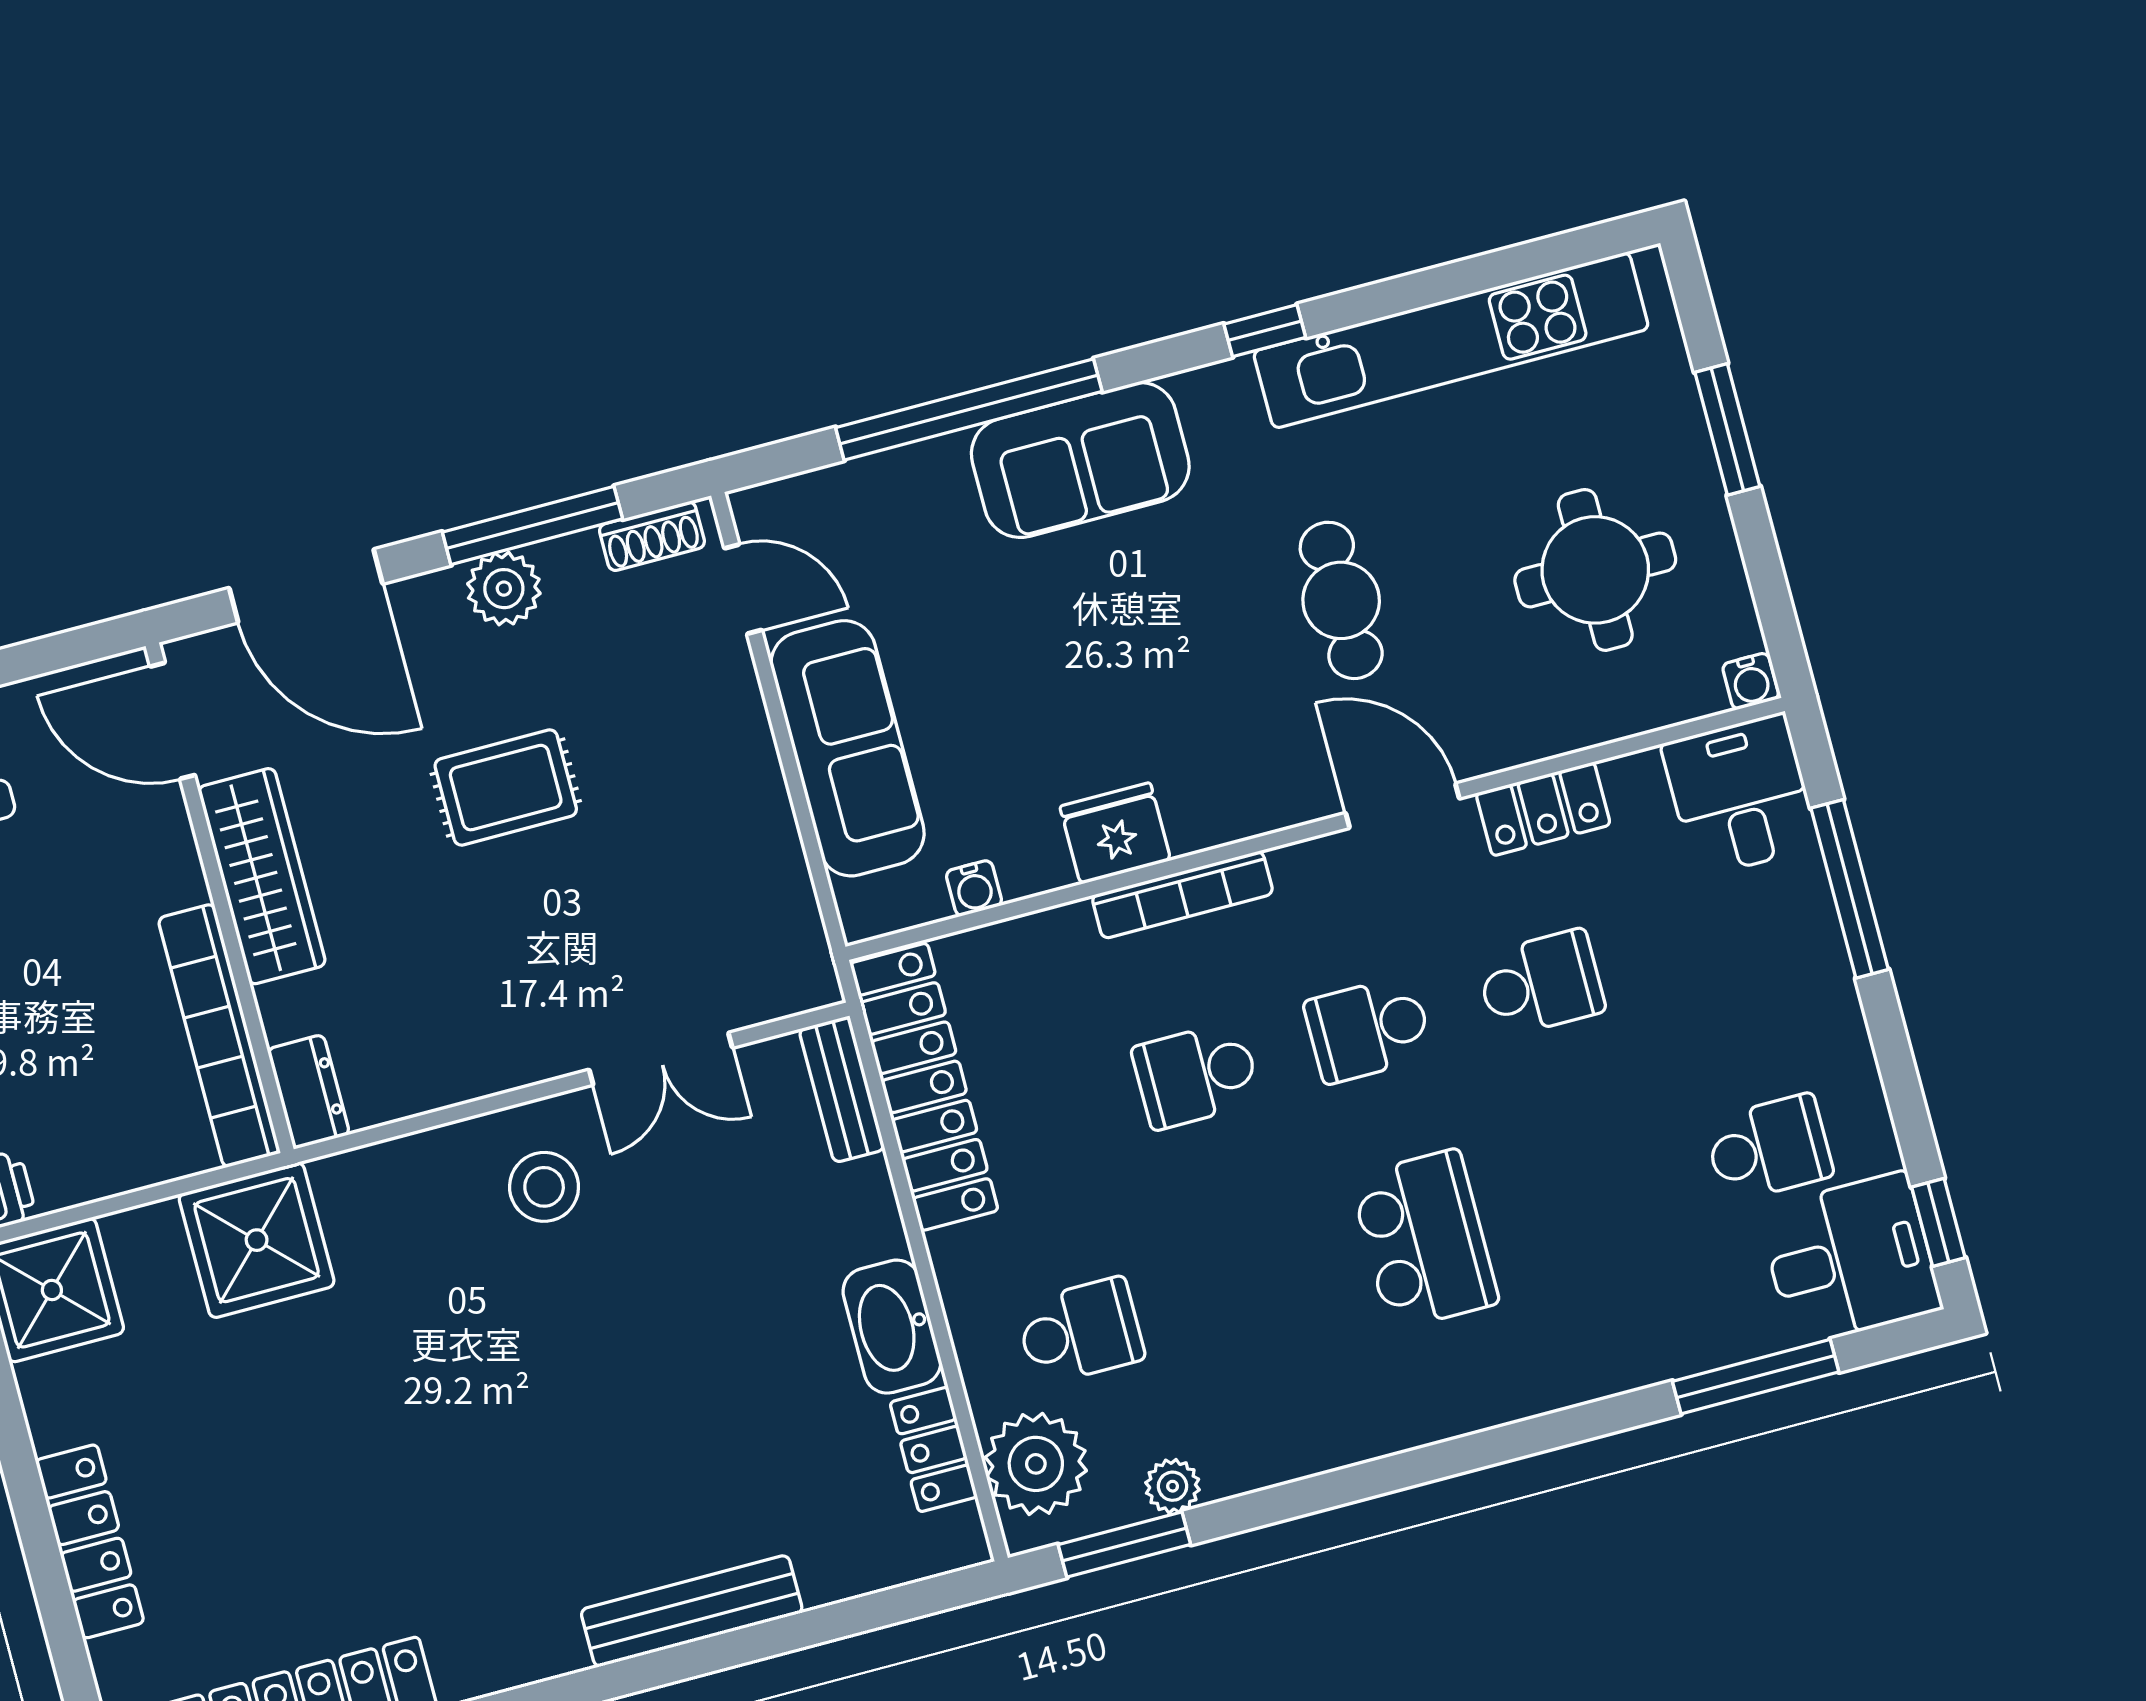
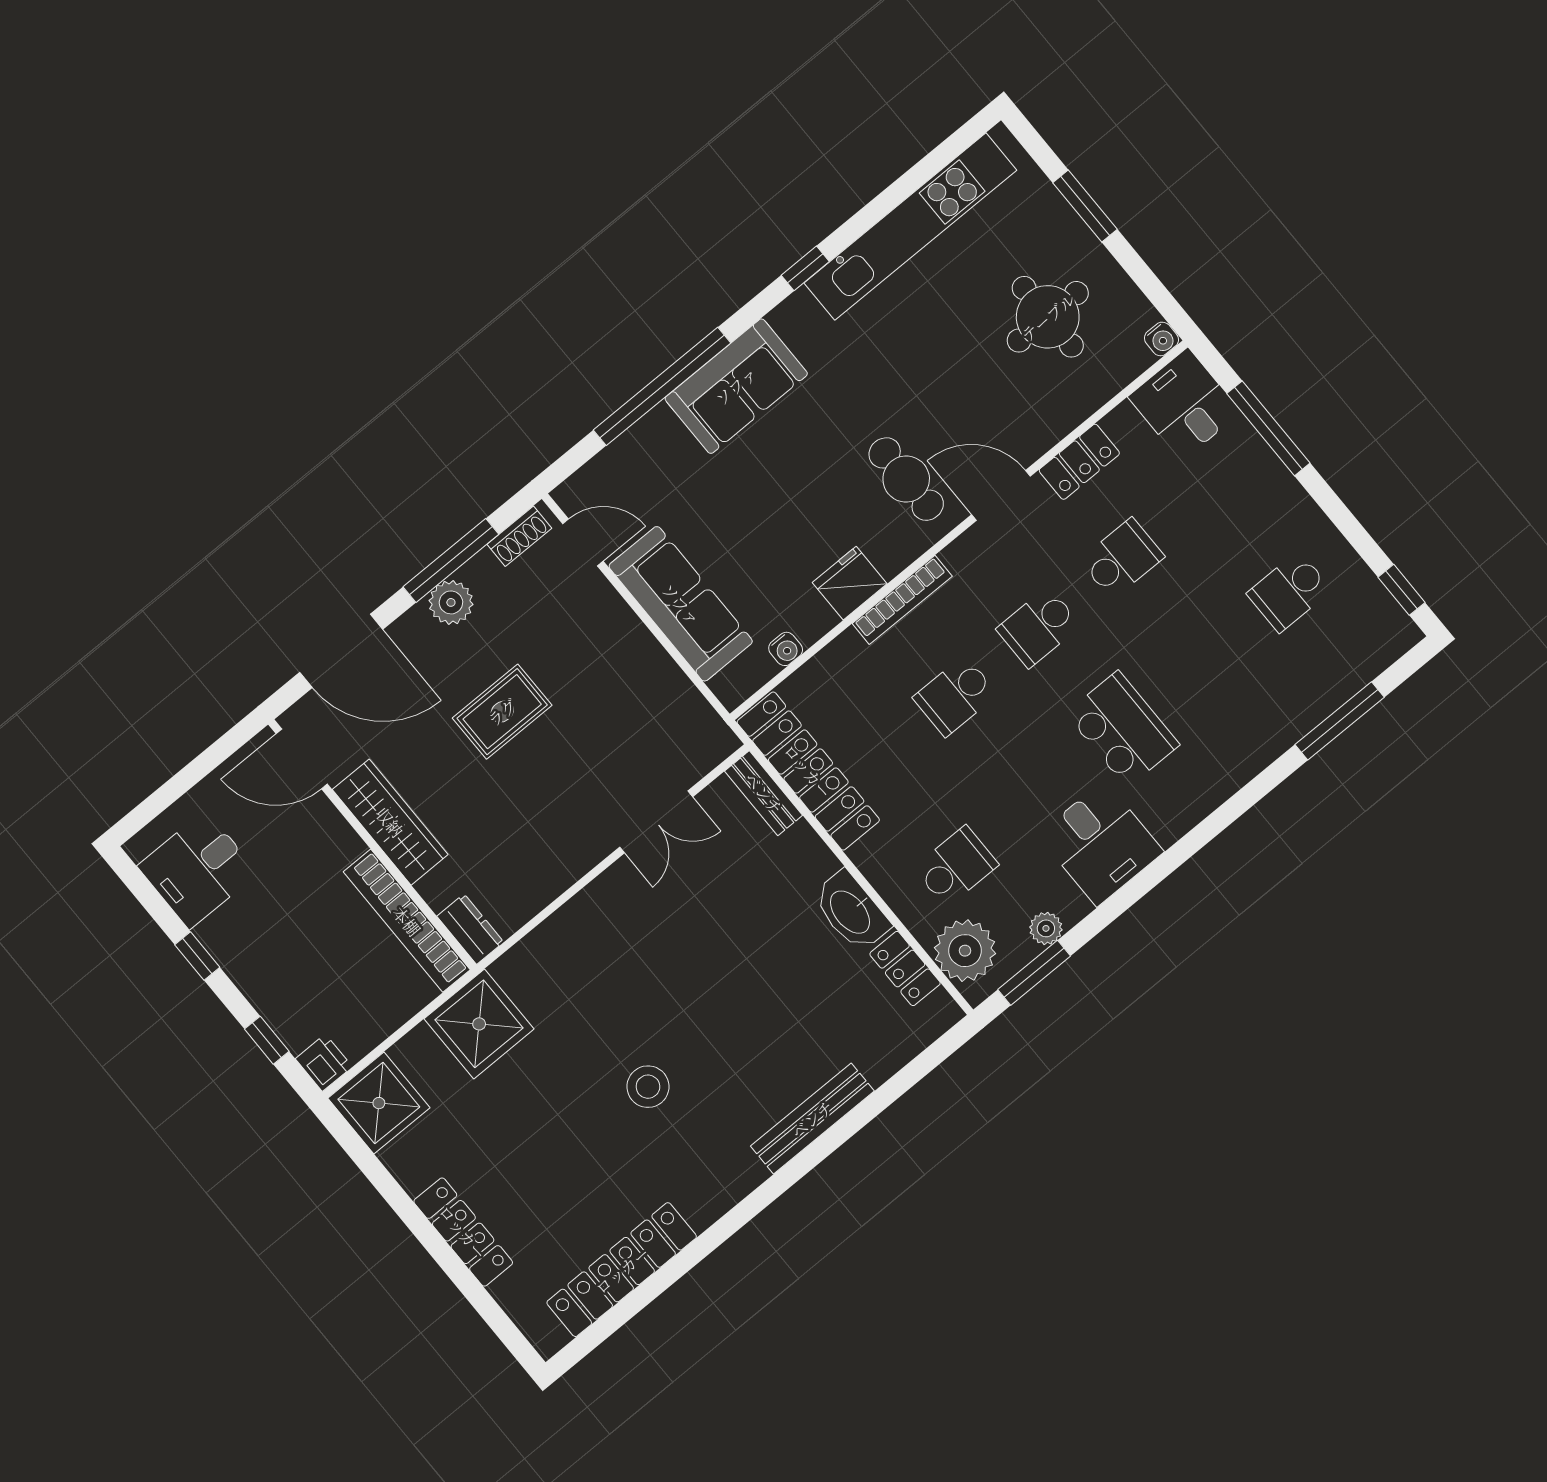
cafe table: (1341, 600) -> (906, 479), moved
school desk: (1769, 1148) -> (1289, 592), turned 180
stool: (544, 1187) -> (648, 1087), moved
desk: (1850, 1259) -> (1101, 843), moved, turned 90

